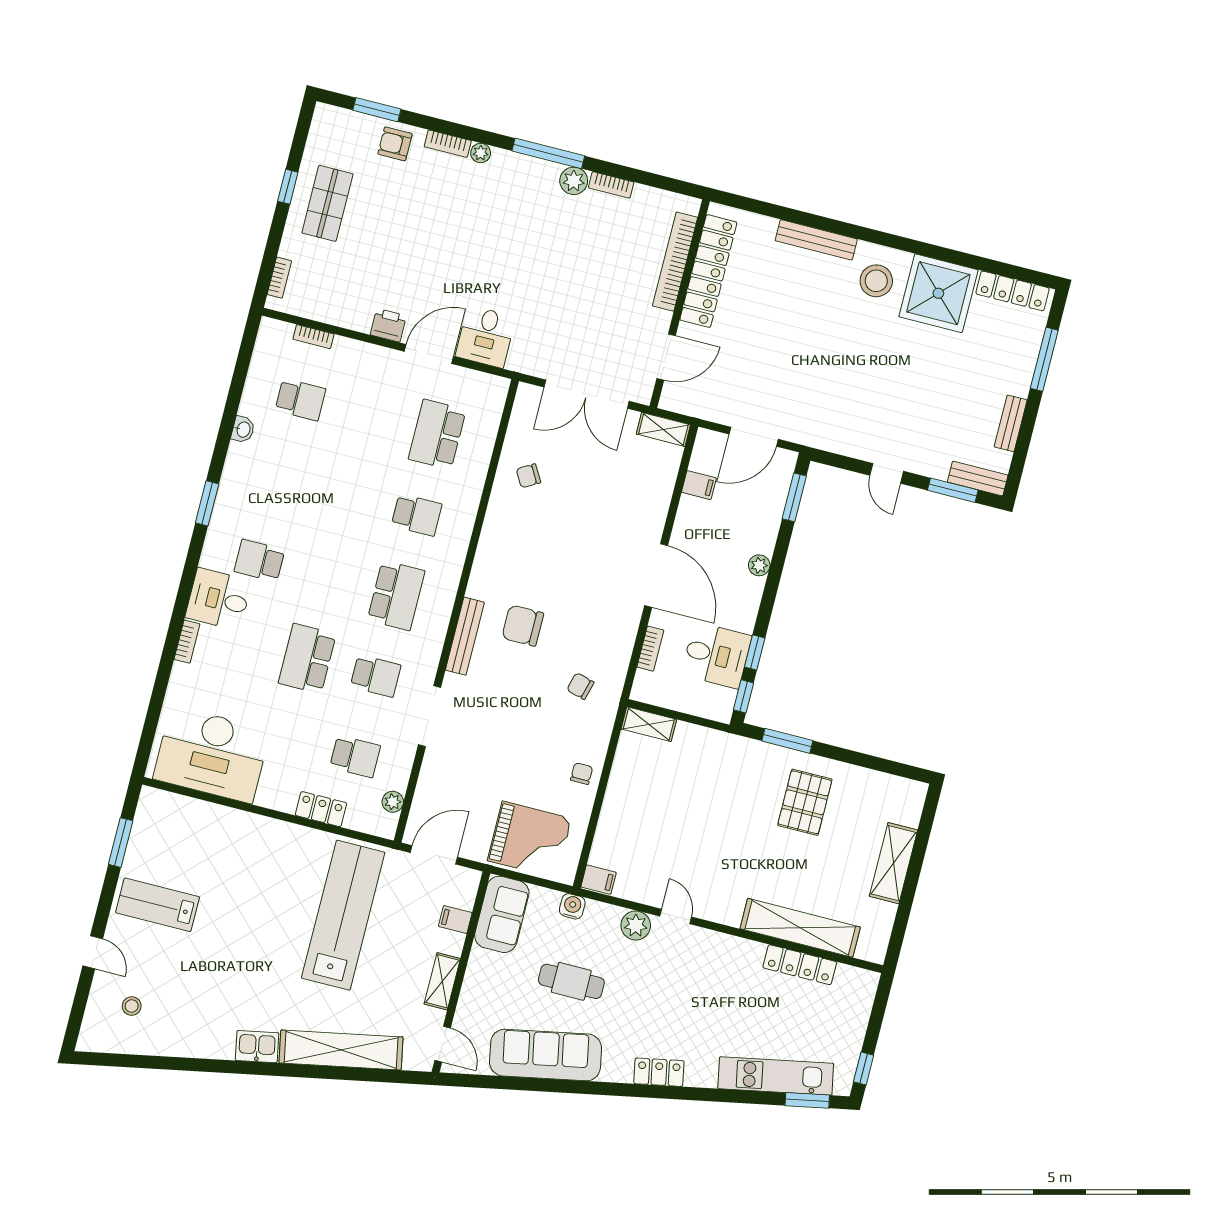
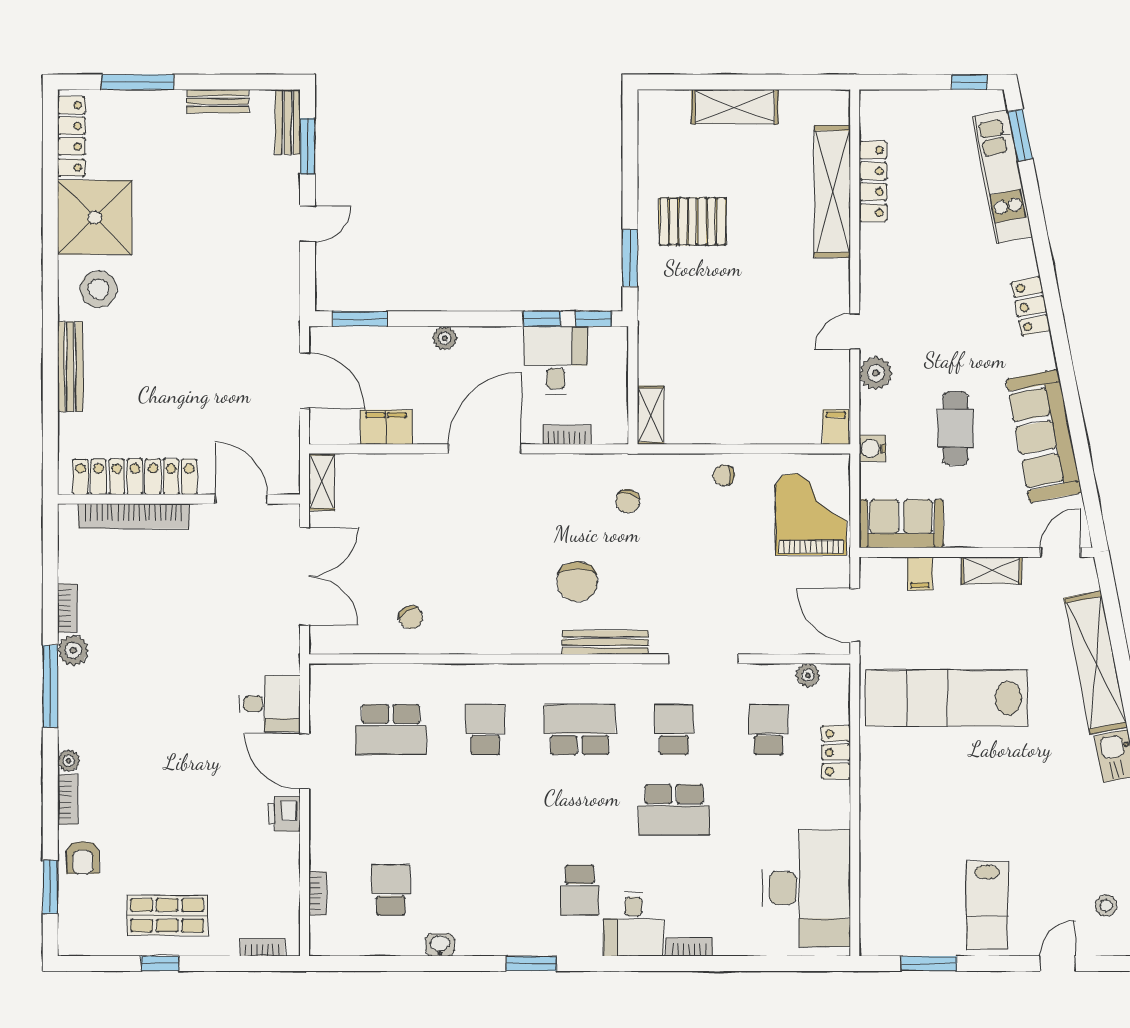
filing cabinet: (699, 485) -> (386, 427), width x2.00

